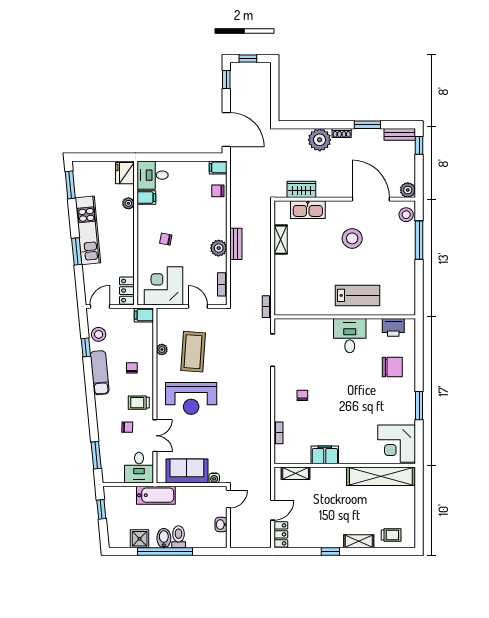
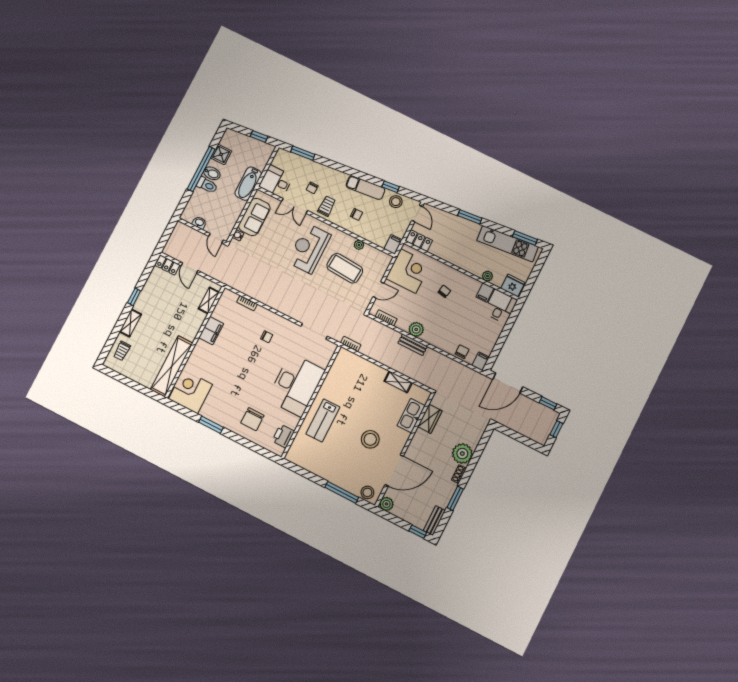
kitchen unit: (88, 230) -> (507, 244), moved
desk: (350, 336) -> (296, 385), width x1.87, depth x1.30

